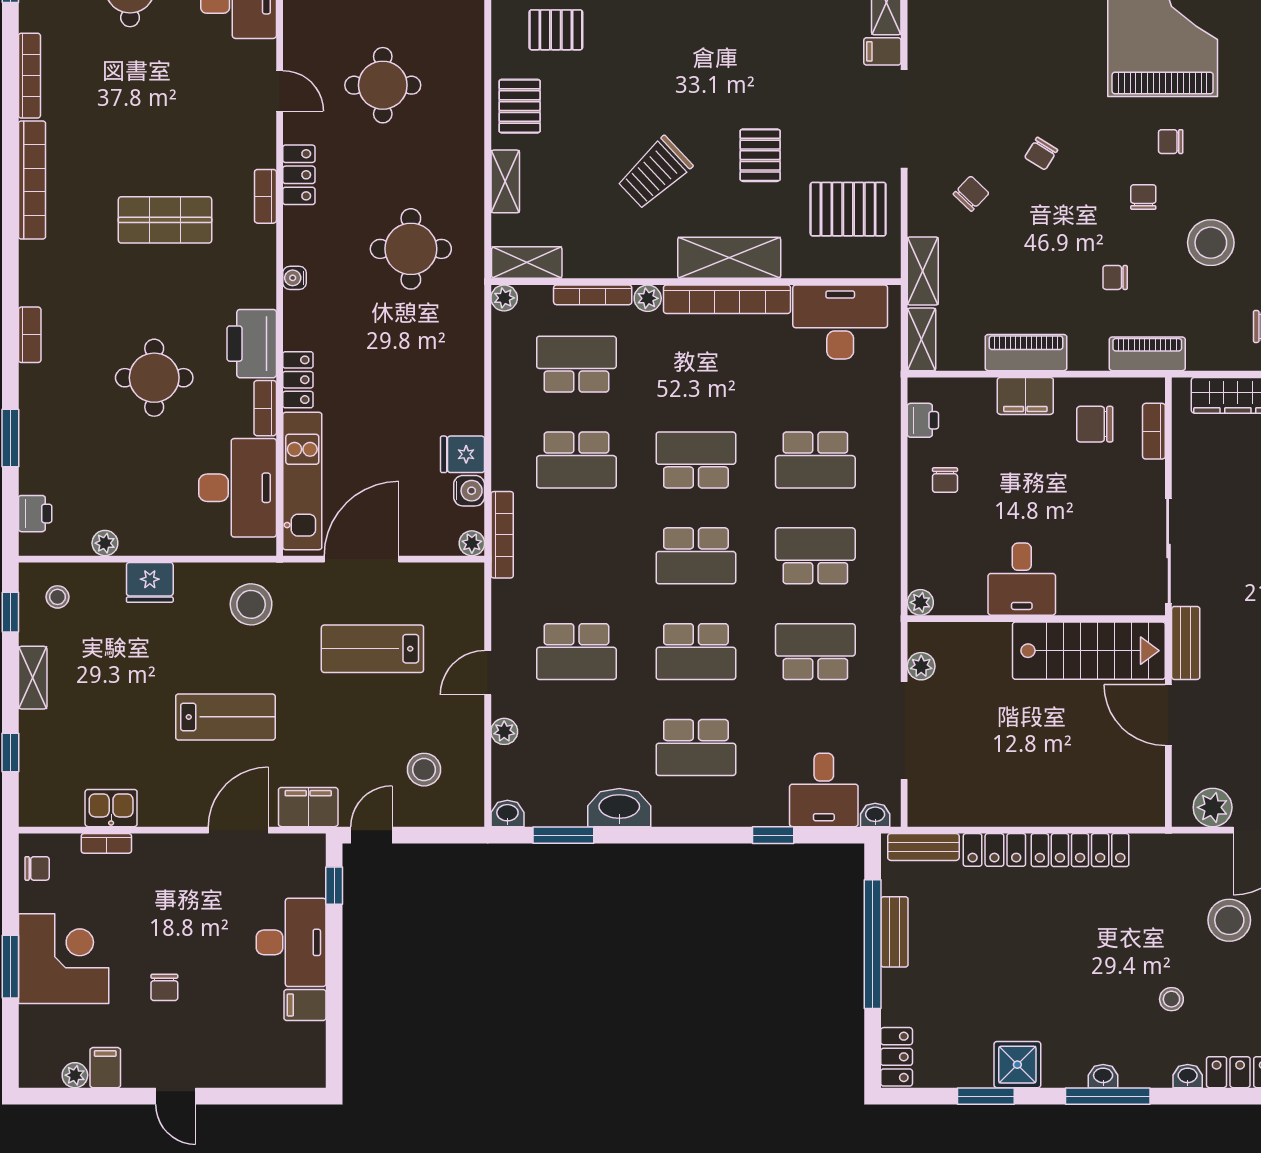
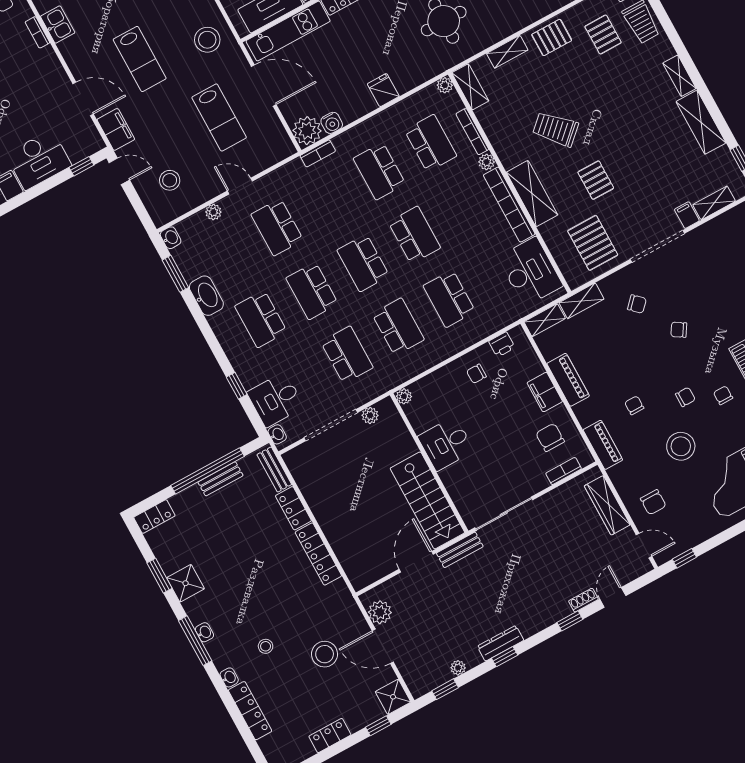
pallet: (760, 155) -> (596, 180), turned 90
fridge: (463, 454) -> (383, 90), moved
bookcase: (502, 535) -> (318, 153), width x0.64
plant: (472, 543) -> (307, 131), width x1.87, depth x1.87
lab bench: (372, 649) -> (219, 117), turned 180

